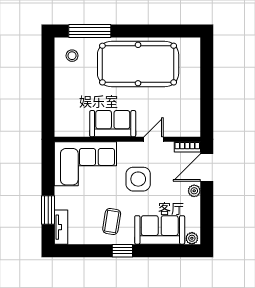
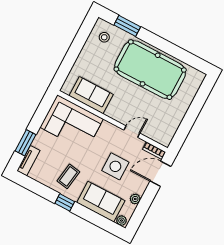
window: (90, 31) -> (127, 26), width x0.69
sofa: (113, 124) -> (91, 95), moved
side table: (138, 179) -> (115, 166), moved
plant: (194, 191) -> (135, 199), moved

